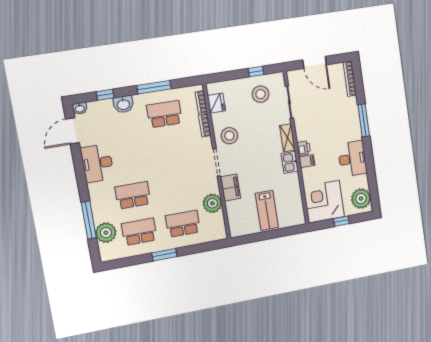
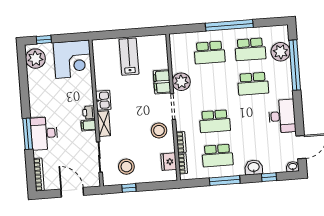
school desk: (171, 151) -> (215, 121), added
desk: (352, 159) -> (44, 133), moved
filing cabinet: (307, 161) -> (89, 125), moved
plant: (212, 203) -> (181, 82), moved
window: (89, 220) -> (295, 65), width x1.46
window: (341, 221) -> (44, 40), moved
window: (164, 255) -> (229, 25), width x2.11

